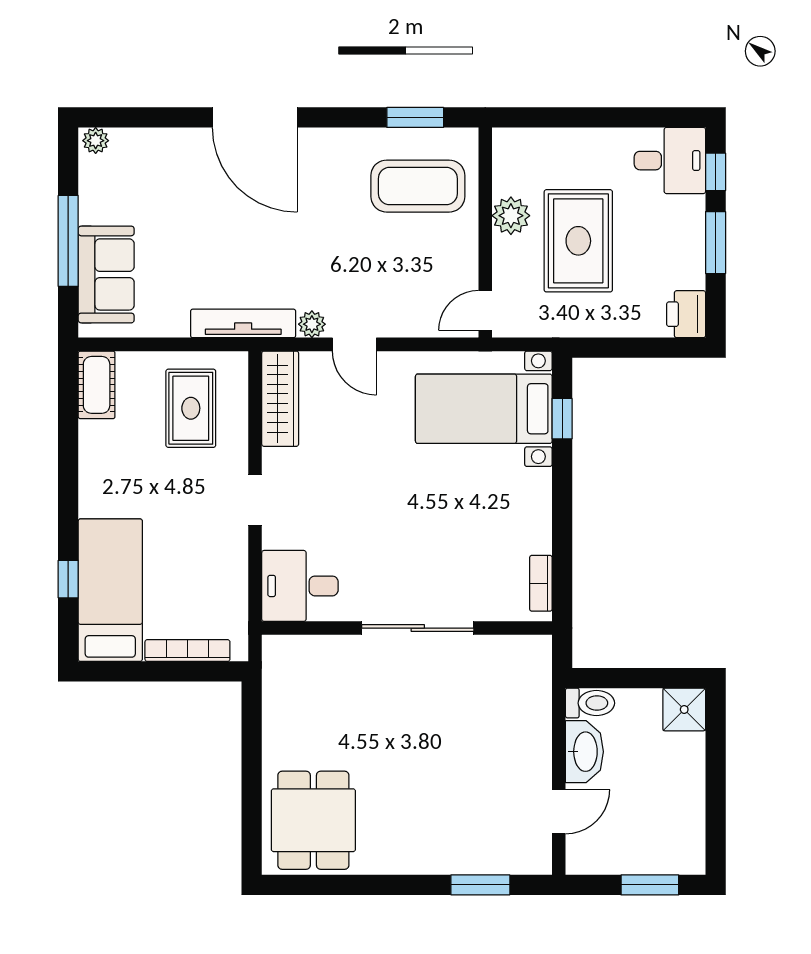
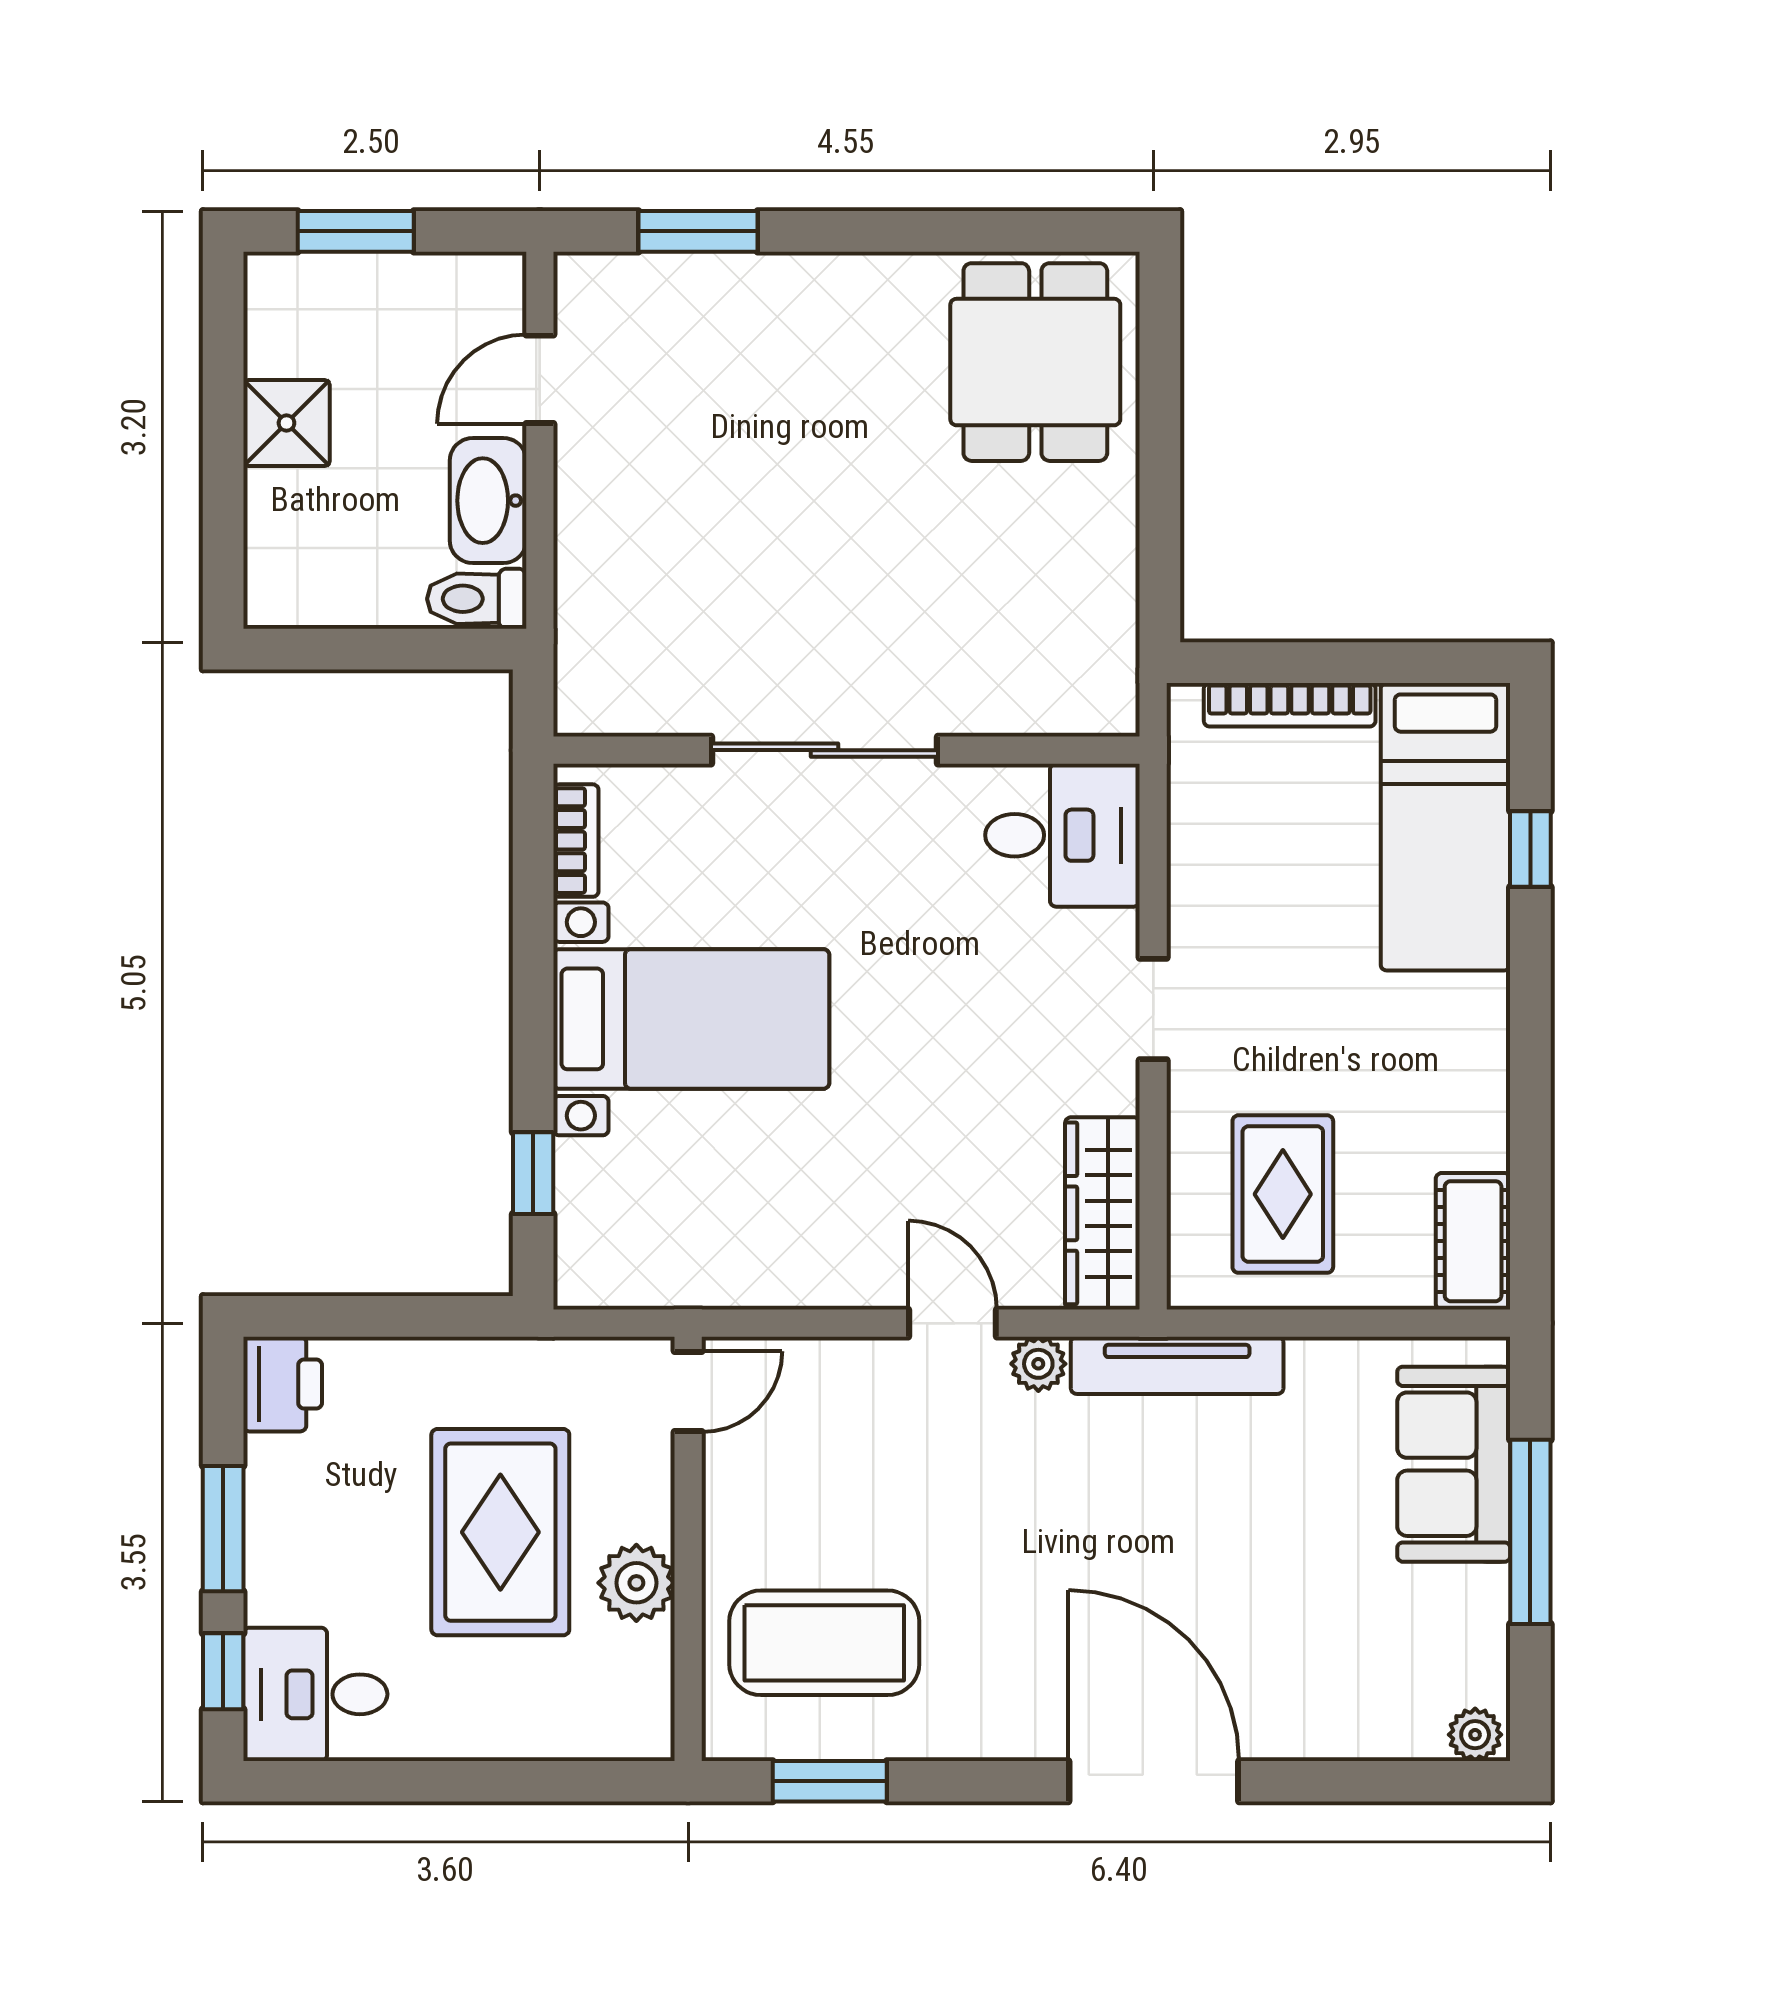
bed with nightstands: (484, 409) -> (691, 1019), moved
shower: (684, 709) -> (286, 423), moved

